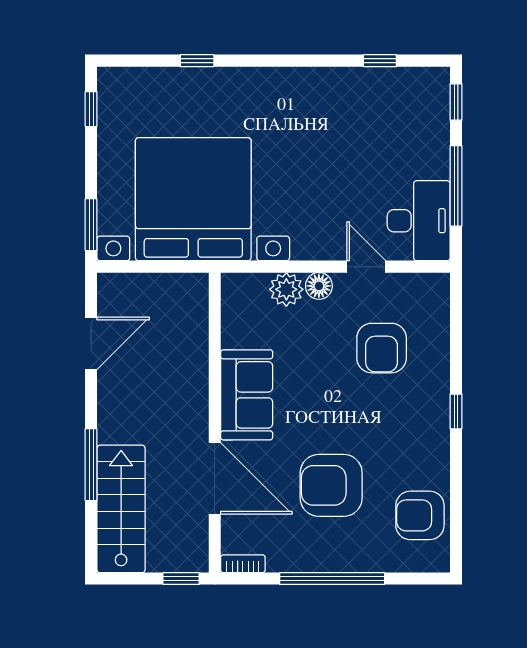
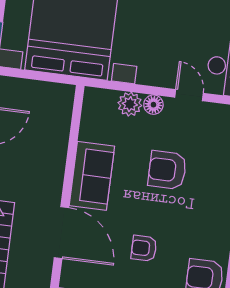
armchair: (382, 348) -> (167, 170), moved, turned 90
armchair: (331, 485) -> (144, 248), width x0.53, depth x0.53

